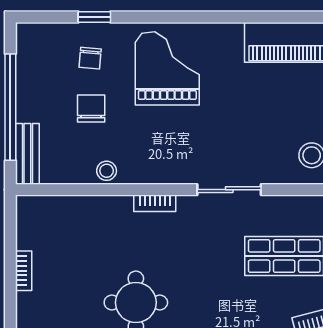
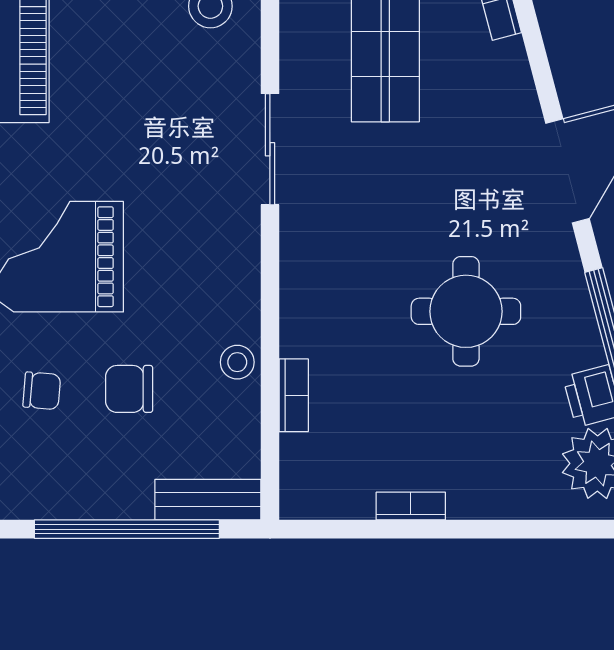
bookcase: (155, 203) -> (294, 395), moved

